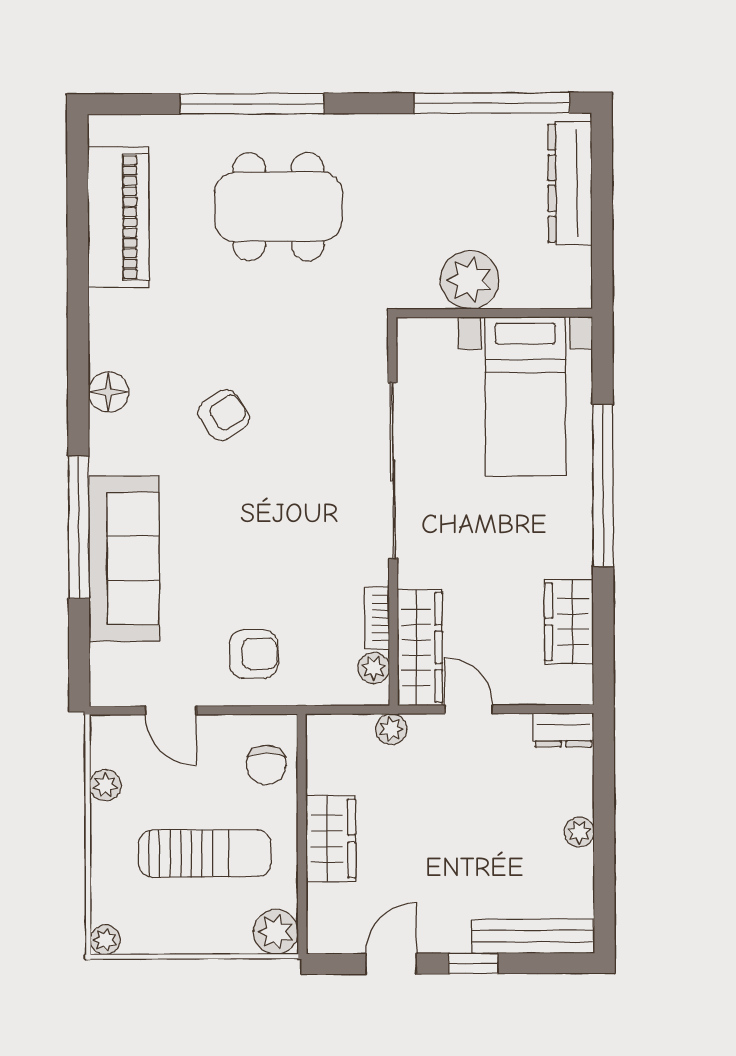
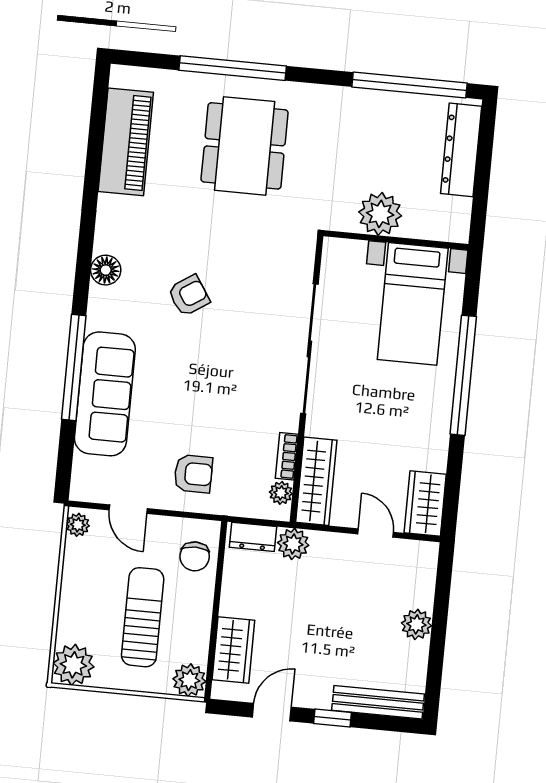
dining table: (278, 207) -> (245, 146), turned 90
wardrobe: (569, 622) -> (425, 504), moved
door: (469, 709) -> (376, 533), moved
plant: (391, 729) -> (293, 544), width x1.38, depth x1.38
dresser: (563, 730) -> (253, 537), moved
plant: (105, 785) -> (78, 525), moved
plant: (579, 832) -> (416, 624), width x1.38, depth x1.38
wardrobe: (331, 839) -> (233, 650), moved
sun lounger: (205, 853) -> (143, 617), turned -90
plant: (105, 940) -> (73, 665), width x1.87, depth x1.87

